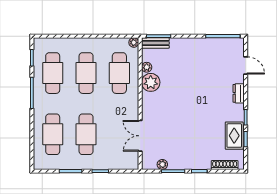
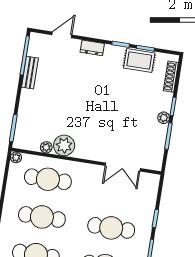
bench: (155, 43) -> (30, 73), moved
plant: (162, 164) -> (164, 118), moved

